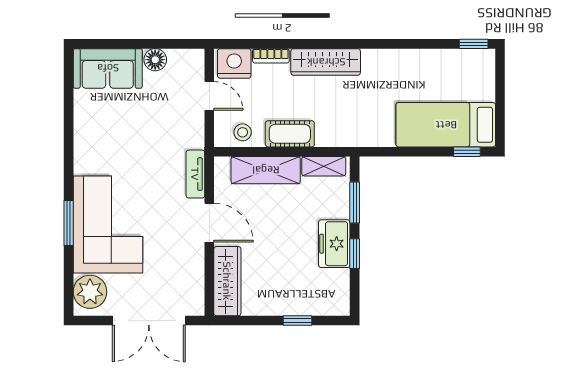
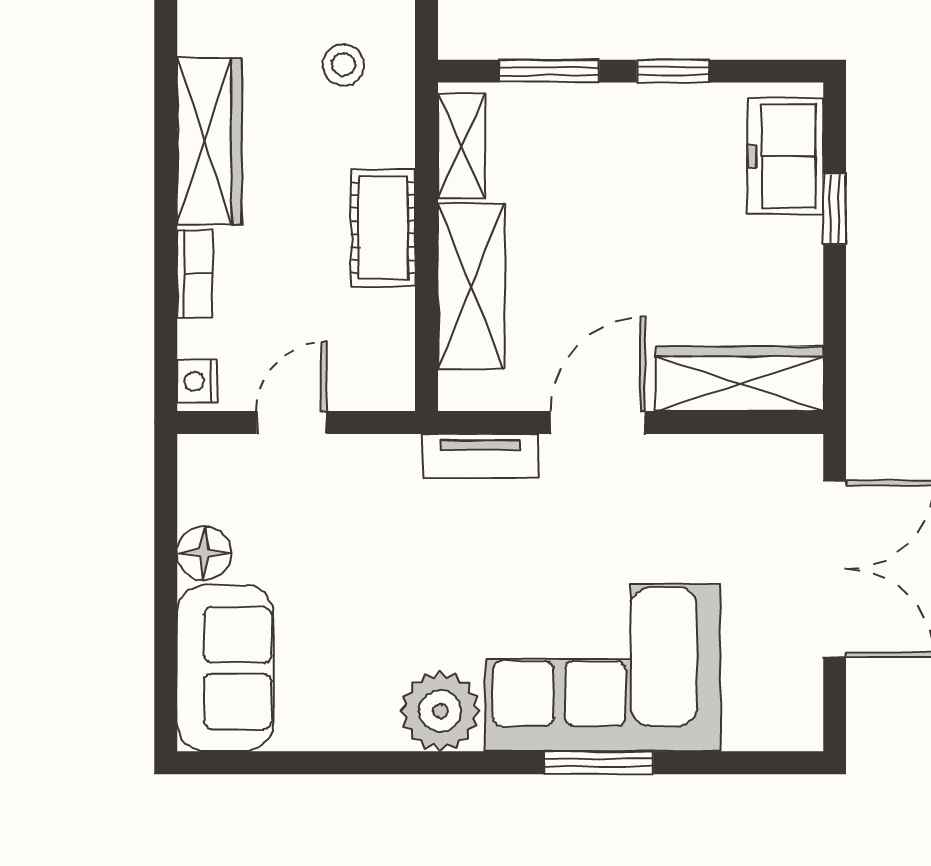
nightstand: (234, 63) -> (197, 381), width x0.53, depth x0.56
stool: (243, 132) -> (343, 65), moved
freezer: (334, 244) -> (786, 156), moved, turned 90
plant: (90, 292) -> (440, 711), moved

